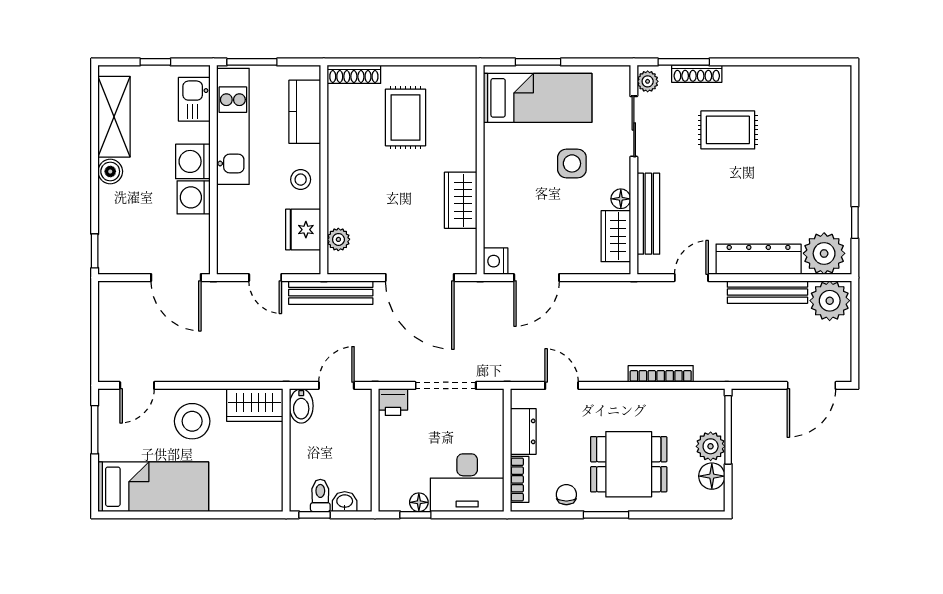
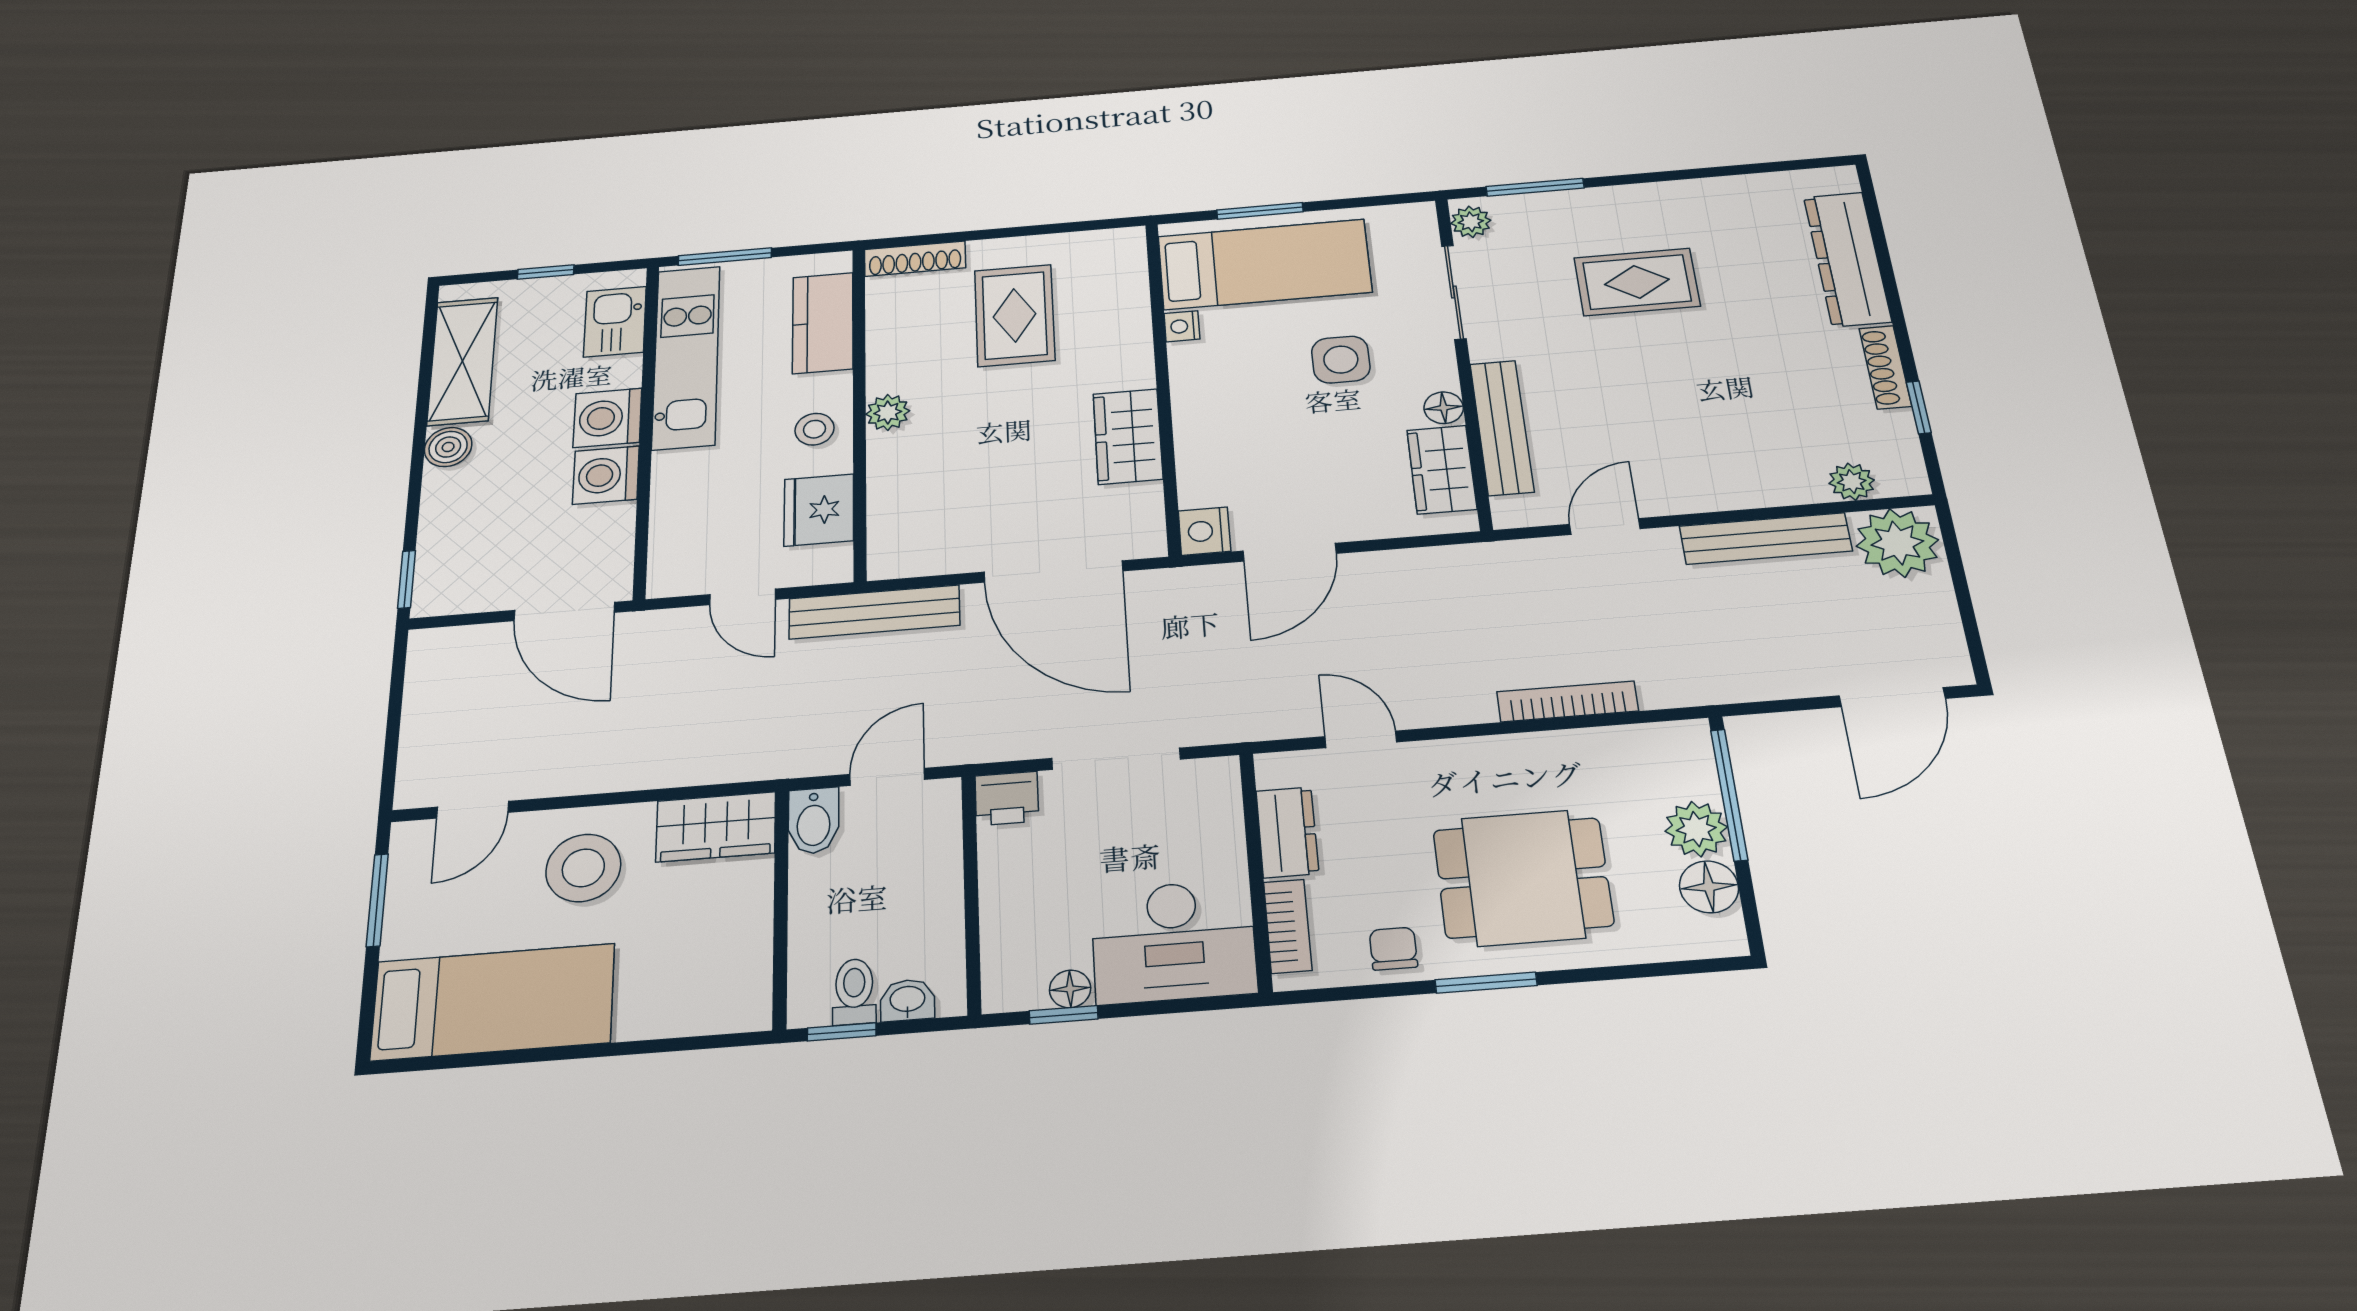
shoe rack: (697, 74) -> (1885, 367), moved, turned 90
nightstand: (492, 134) -> (1182, 326), added
plant: (338, 239) -> (888, 412), moved
plant: (824, 253) -> (1852, 482), width x0.53, depth x0.53
dresser: (759, 259) -> (1847, 259), moved, turned -90

